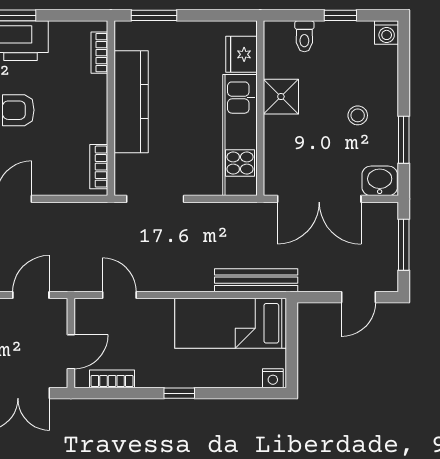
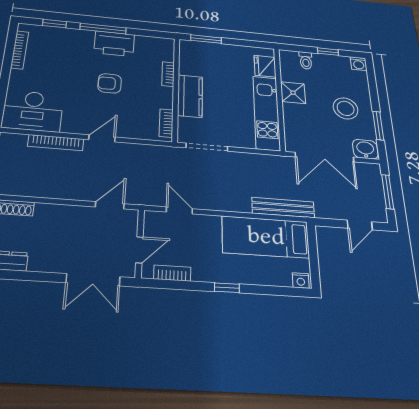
bookcase: (99, 53) -> (168, 74), moved
kitchen counter: (131, 102) -> (190, 96), width x0.67
stool: (358, 115) -> (346, 108), width x1.89, depth x1.89

